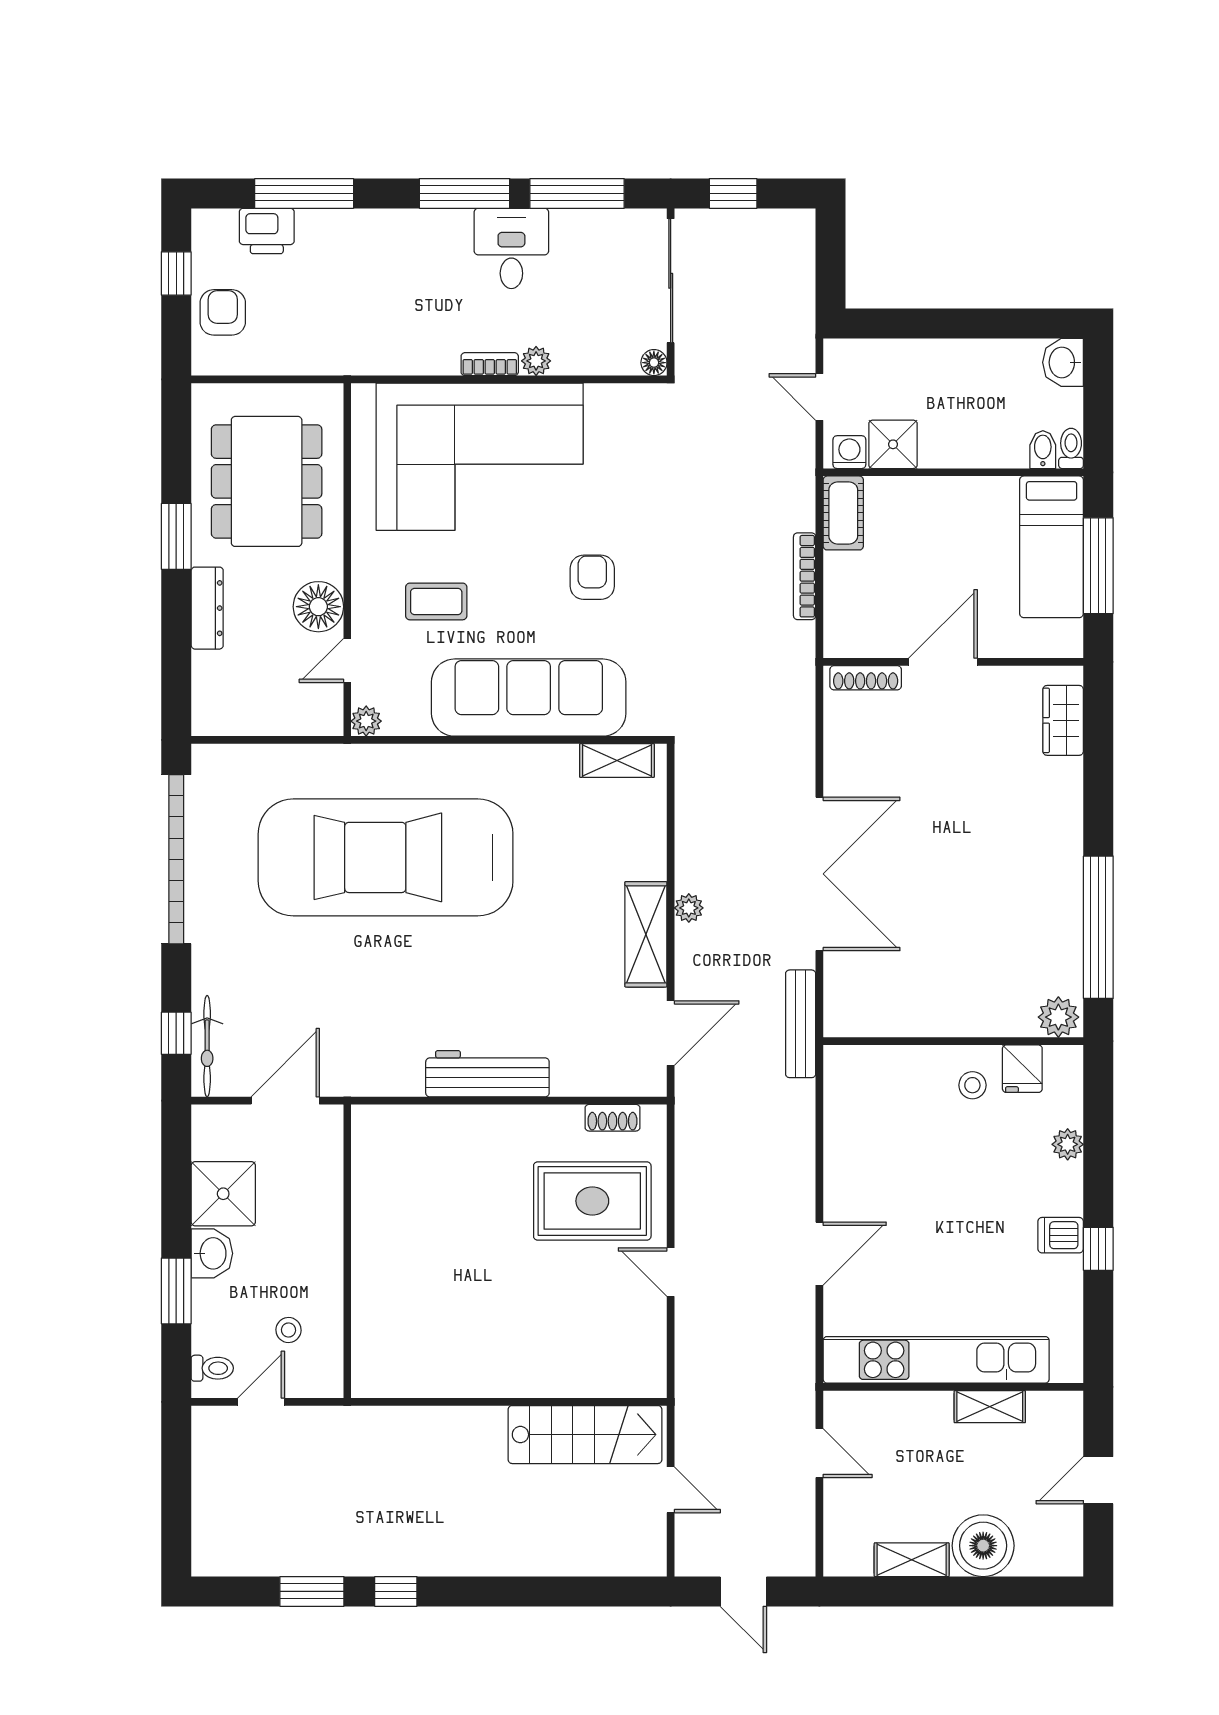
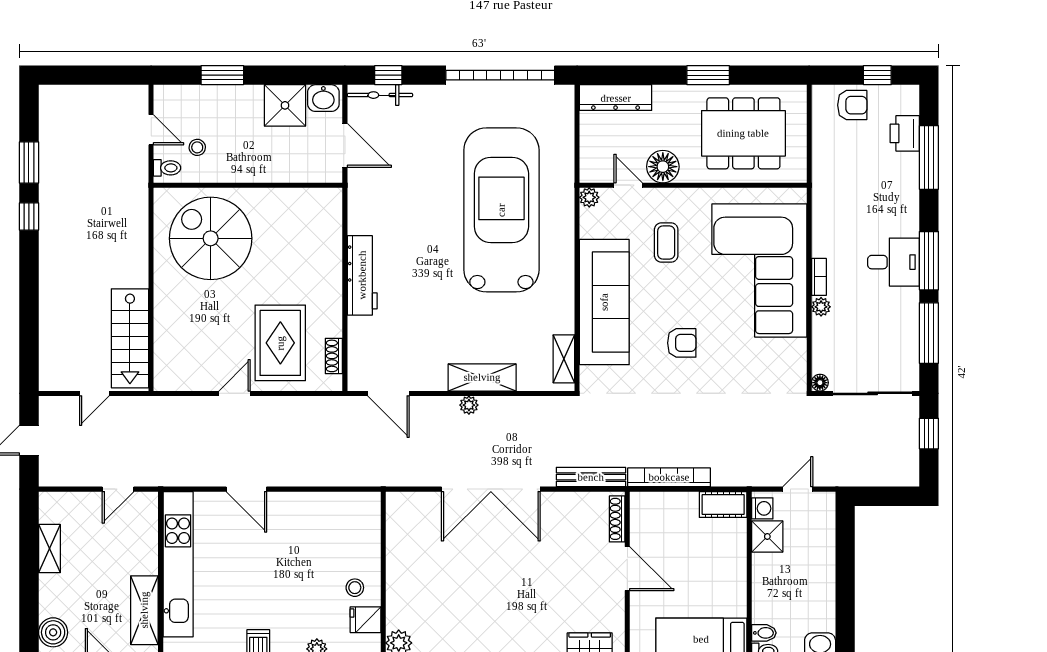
desk: (511, 248) -> (893, 262), moved
bookcase: (805, 576) -> (669, 477), width x1.48, depth x1.31
dresser: (207, 608) -> (616, 98), moved, width x1.37, depth x1.24
shelving: (646, 934) -> (482, 377), moved
bench: (801, 1024) -> (591, 477), moved
washbasin: (212, 1253) -> (323, 98), moved
spiral stairs: (430, 1309) -> (211, 238), added
toilet: (212, 1368) -> (167, 168), moved, turned -90
shelving: (990, 1407) -> (144, 610), width x1.50, depth x1.33
boiler: (983, 1546) -> (53, 632), moved, width x0.73, depth x0.73

